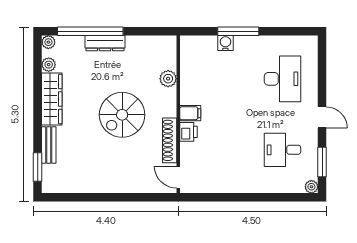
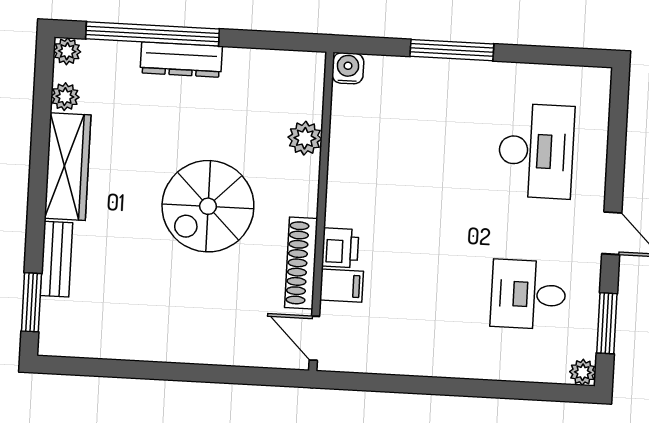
water cooler: (225, 43) -> (348, 68), moved
filing cabinet: (190, 113) -> (342, 286), moved

